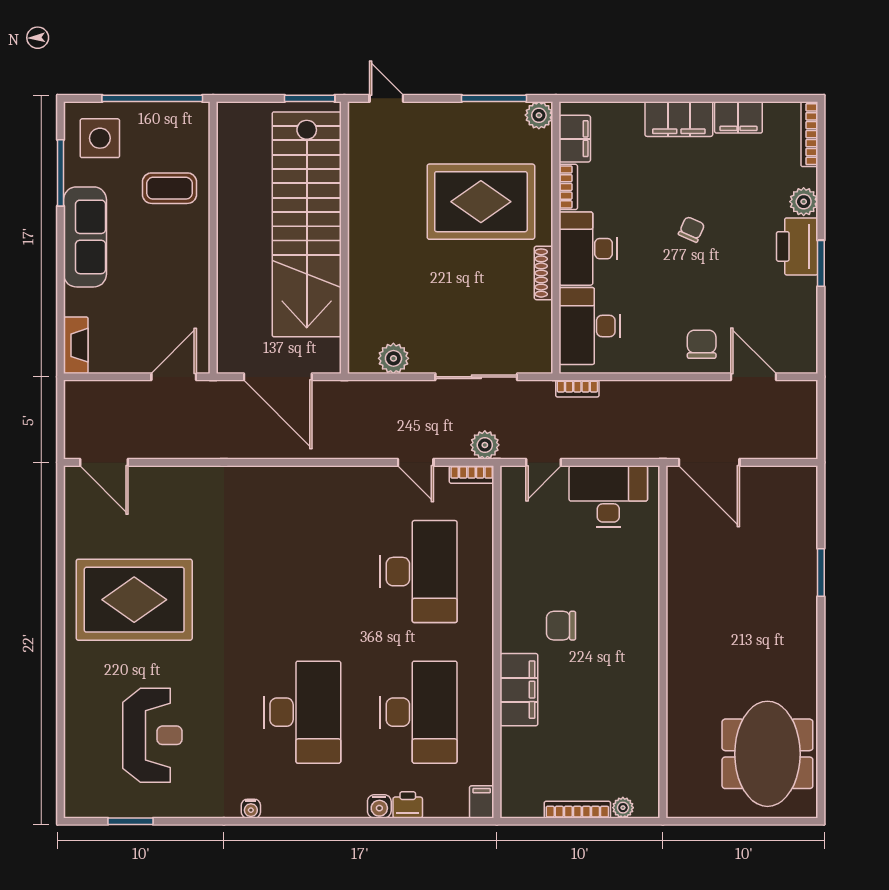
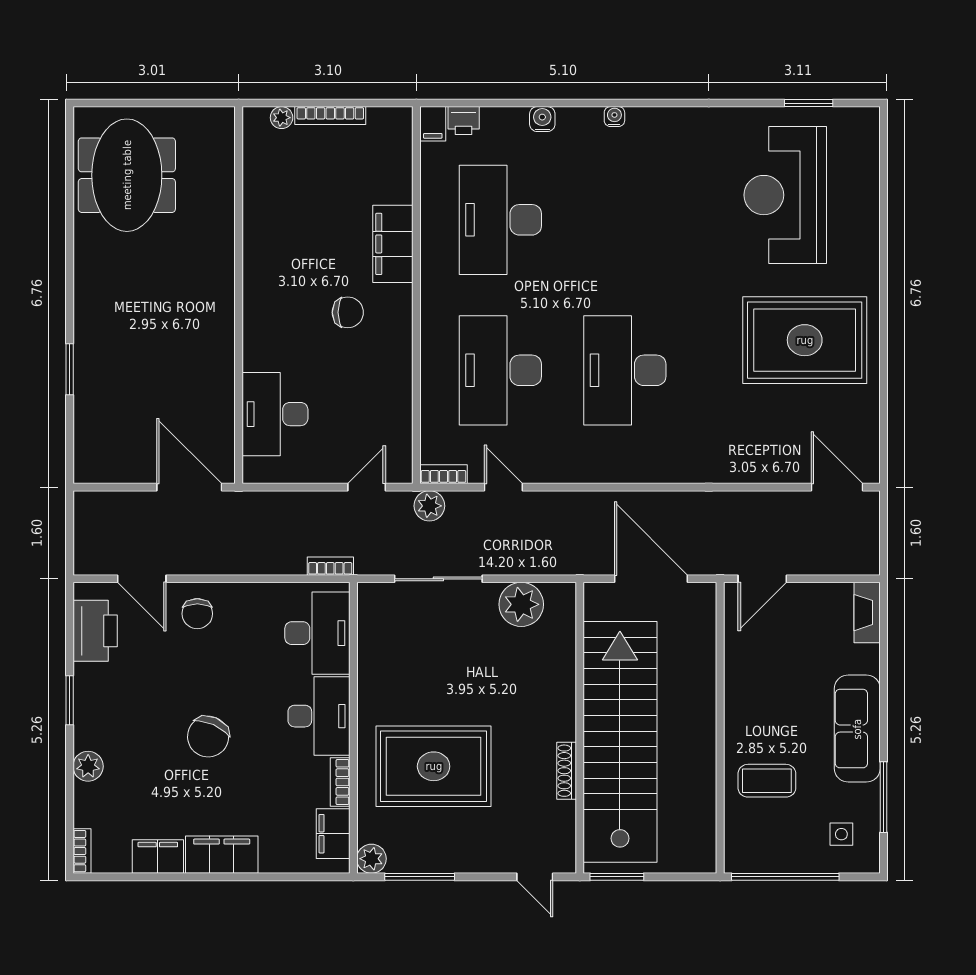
bookcase: (809, 134) -> (82, 851), width x0.64
side table: (100, 138) -> (841, 834), width x0.54, depth x0.54
chair: (691, 229) -> (208, 737), width x1.87, depth x1.87
printer: (797, 246) -> (95, 631), moved
shoe rack: (544, 273) -> (567, 771), moved, turned 180
plant: (393, 358) -> (521, 604), width x1.36, depth x1.36
desk: (608, 496) -> (275, 414), moved, turned 90
desk: (302, 712) -> (625, 370), moved
reception desk: (152, 735) -> (785, 195), width x1.36, depth x1.30
printer: (408, 805) -> (464, 121), moved
water cooler: (251, 809) -> (614, 117), moved

